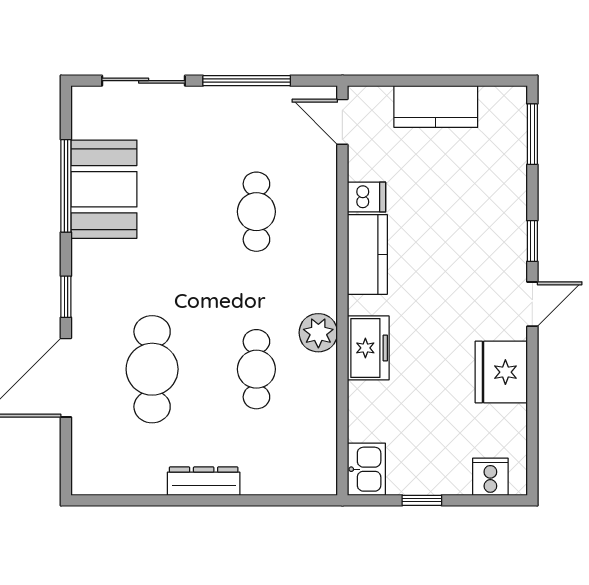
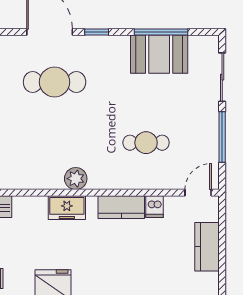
cafe table: (256, 369) -> (55, 143), removed

